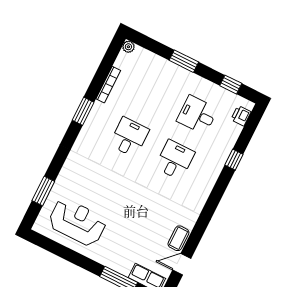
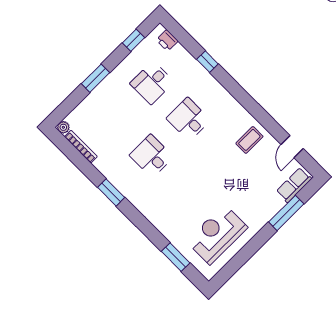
bookcase: (108, 85) -> (81, 147), moved
coffee table: (178, 238) -> (249, 140), moved, turned 90

